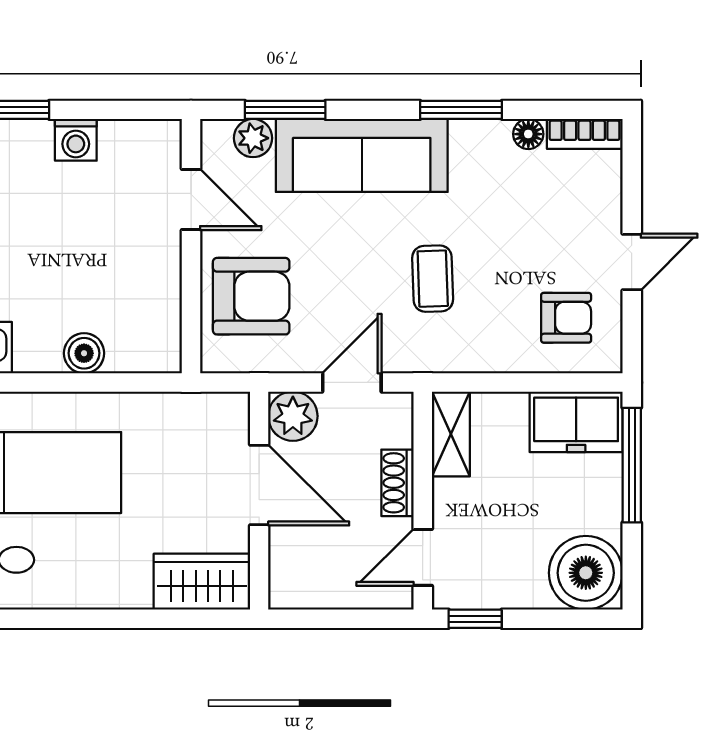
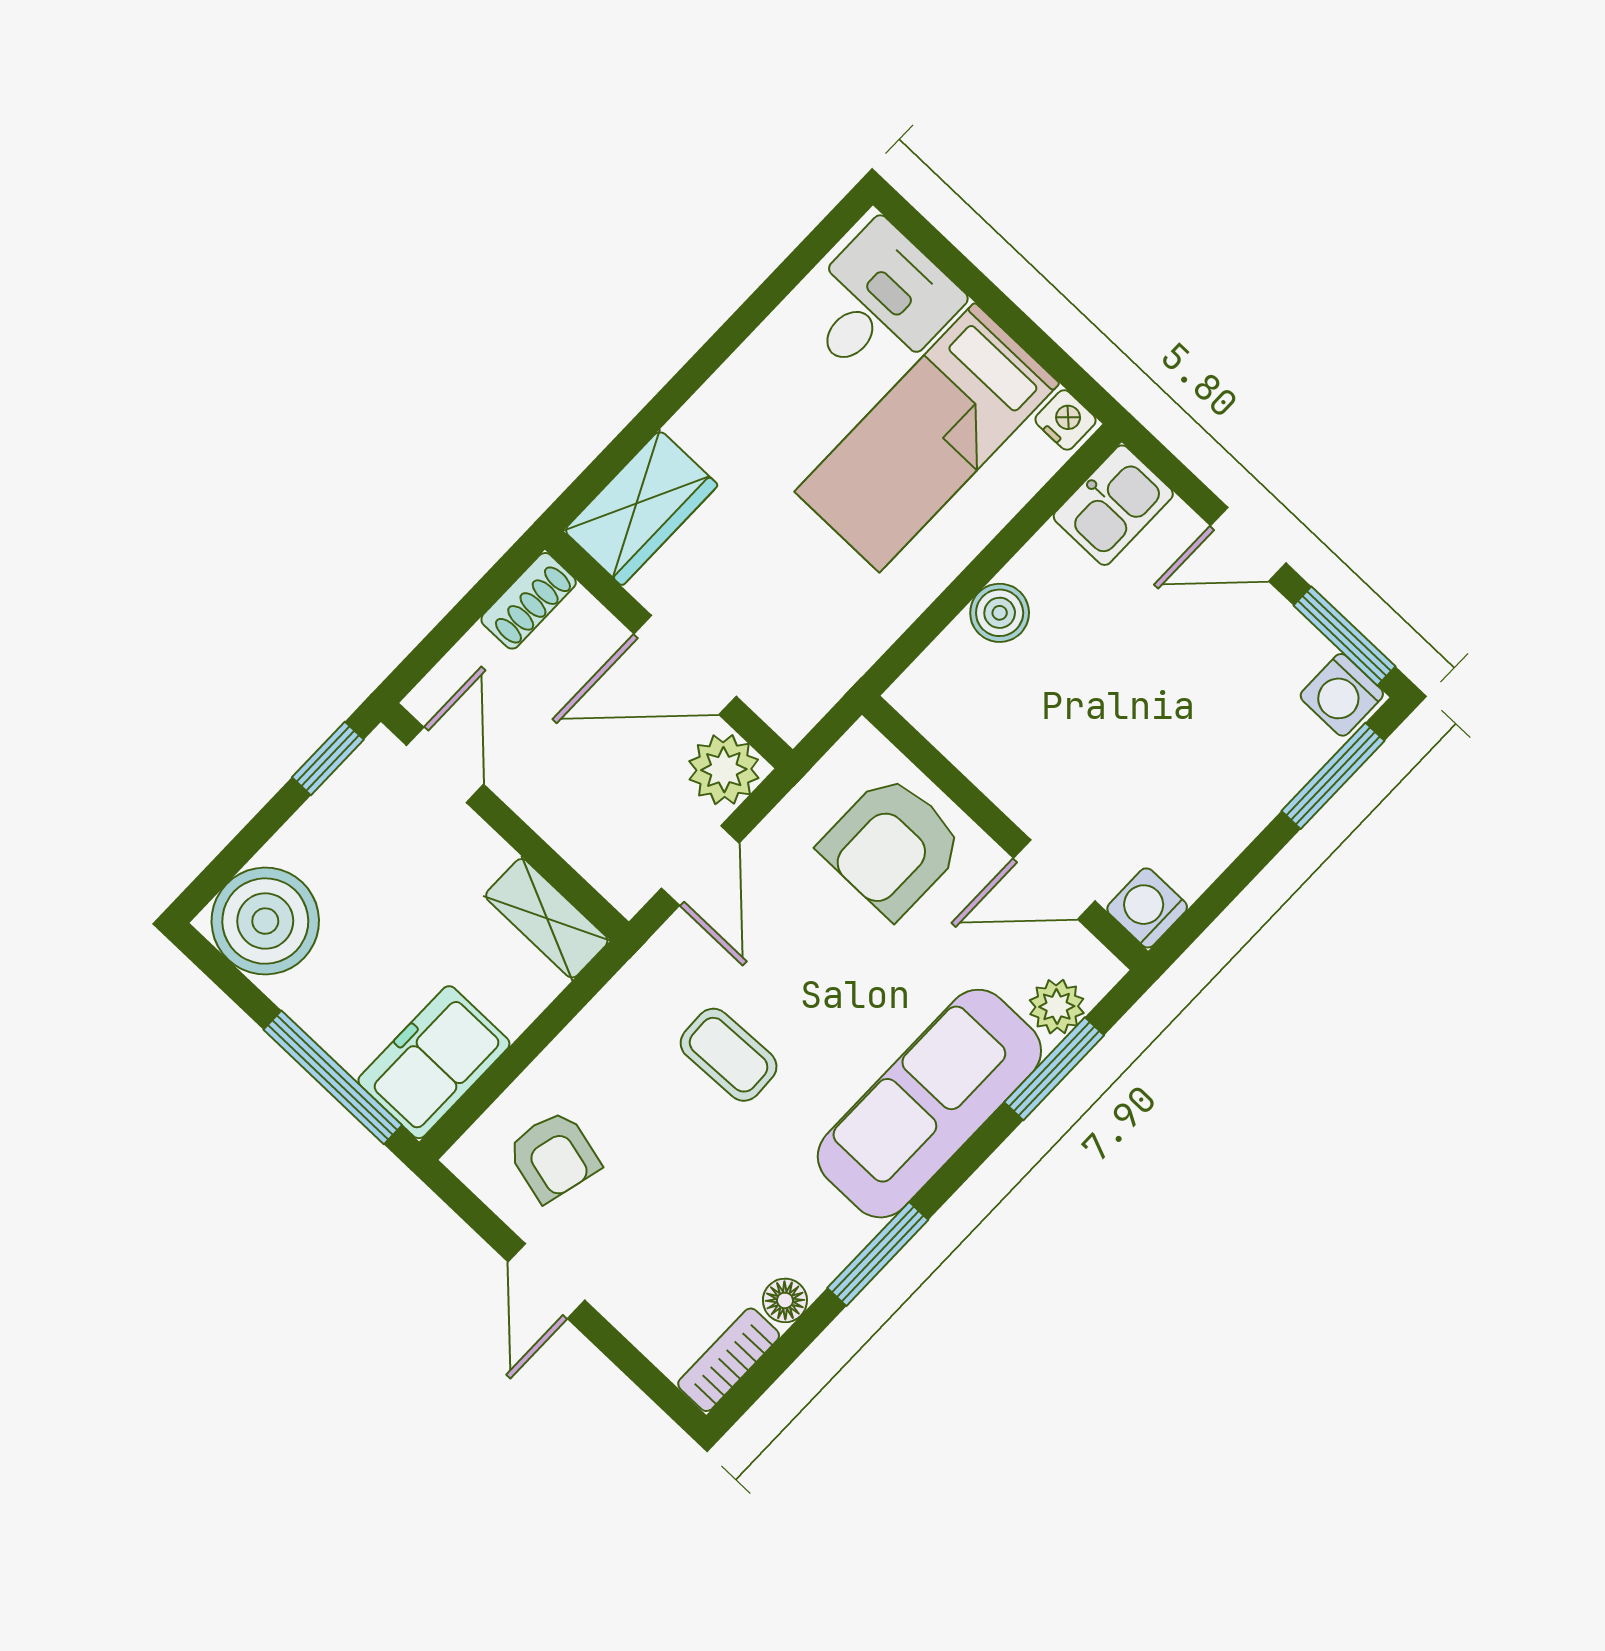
washing machine: (76, 140) -> (1147, 908), moved
armchair: (566, 318) -> (554, 1156), turned -76
shoe rack: (397, 483) -> (529, 601), moved, turned 90

